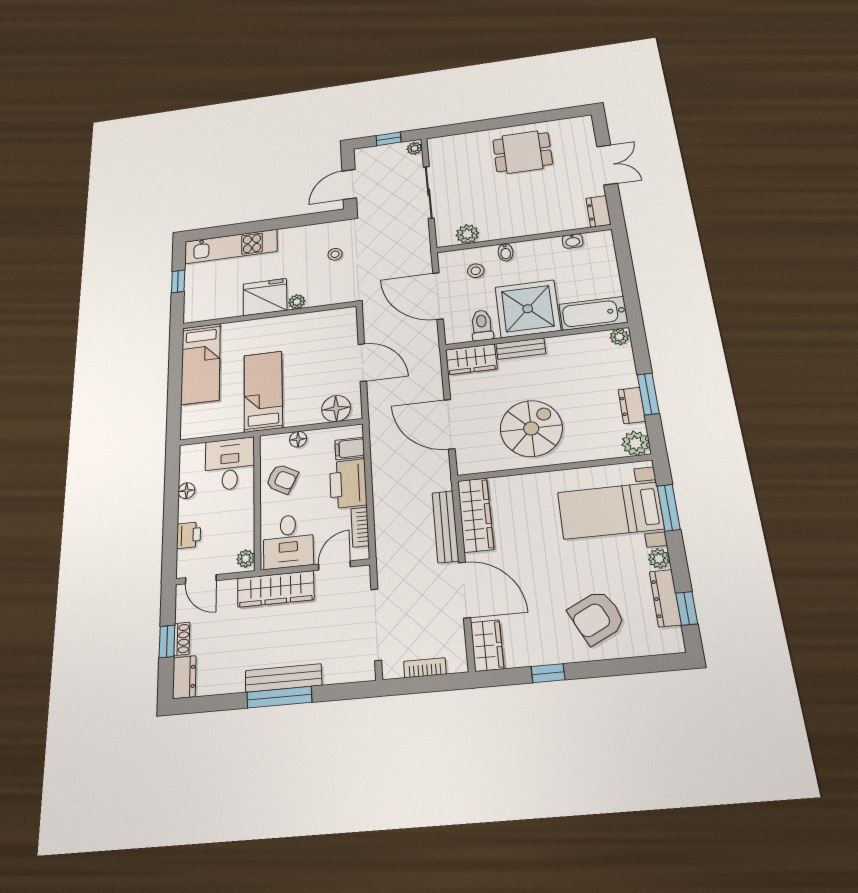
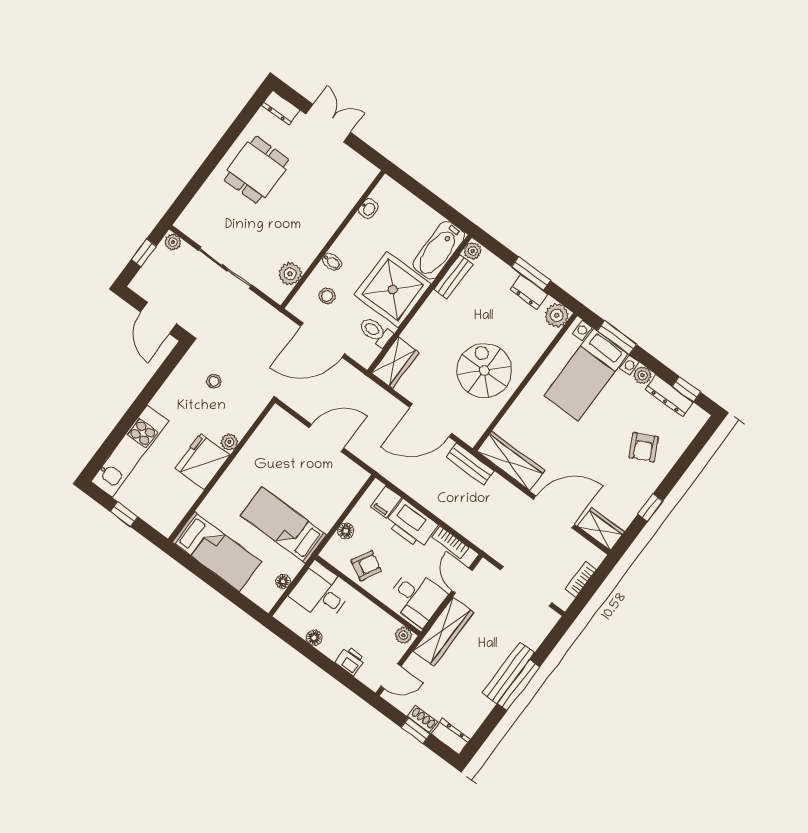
dresser: (598, 211) -> (281, 108), moved
bench: (521, 349) -> (453, 277), moved
floor lamp: (336, 409) -> (283, 581), moved, width x0.53, depth x0.53
bench: (445, 527) -> (470, 464), moved, width x0.73
armchair: (597, 617) -> (644, 447), width x0.72, depth x0.72

